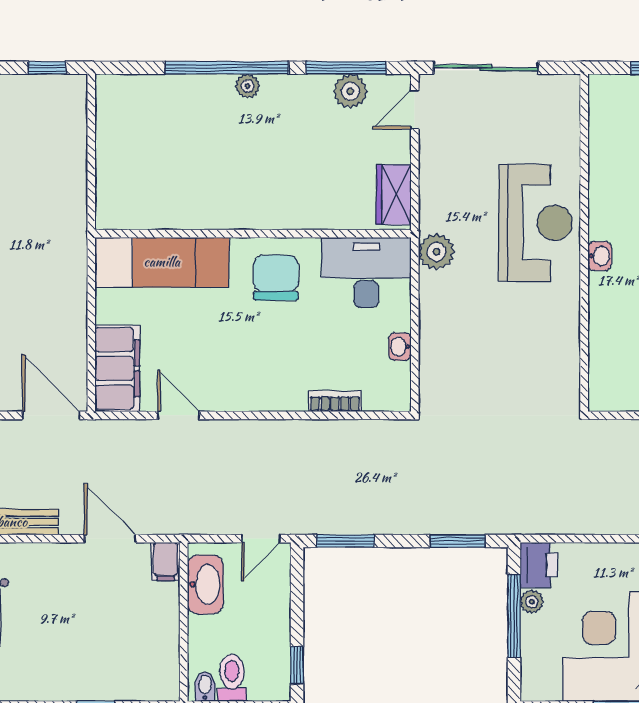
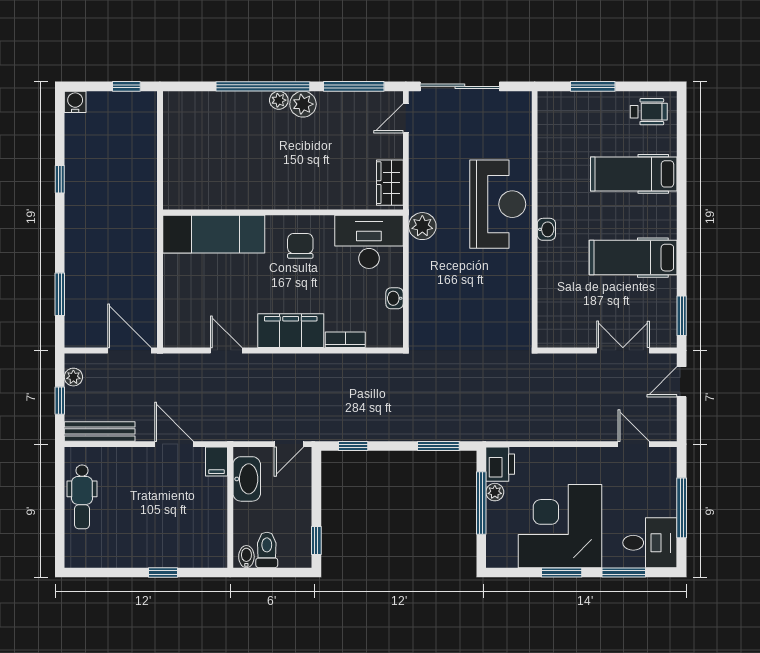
plant: (350, 91) -> (303, 104), moved
chair: (276, 278) -> (300, 246), width x0.73, depth x0.73
filing cabinet: (117, 368) -> (291, 331), moved, turned -90
window: (345, 541) -> (353, 446), width x0.67

